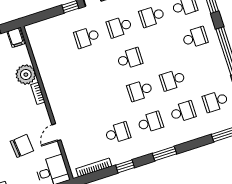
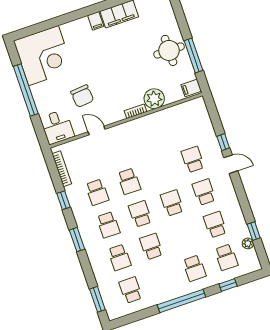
school desk: (130, 59) -> (172, 203), turned 180
school desk: (107, 101) -> (129, 181), added

